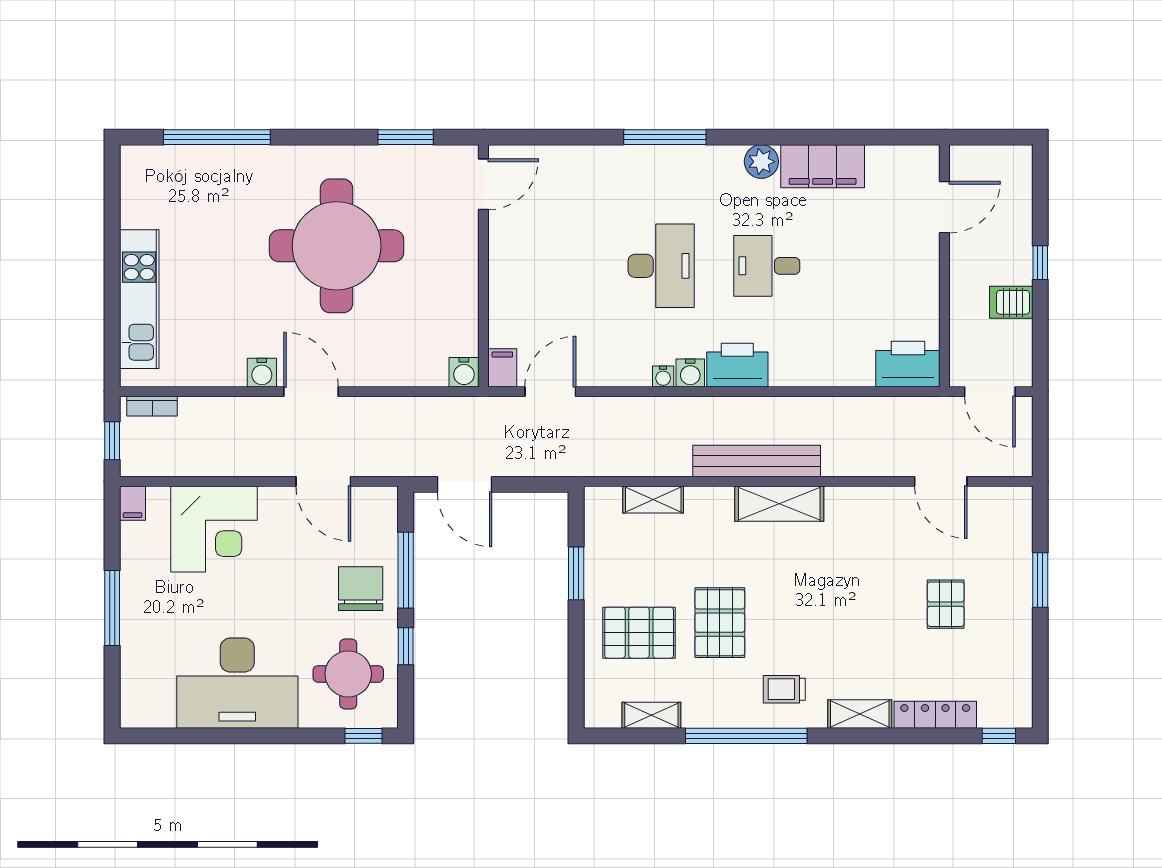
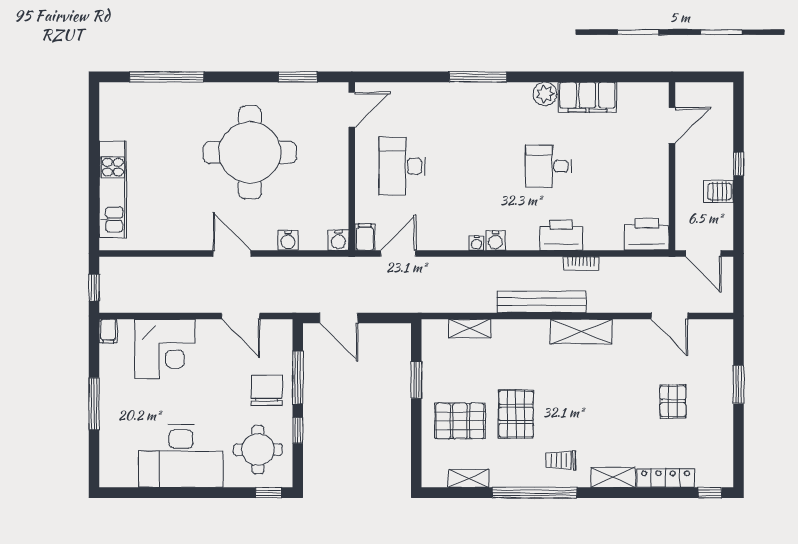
desk: (661, 266) -> (402, 166), moved, turned 180
printer: (737, 365) -> (561, 235), moved
water cooler: (262, 373) -> (288, 240), moved
bookcase: (152, 406) -> (581, 264), moved
shelving: (779, 504) -> (581, 331), moved

